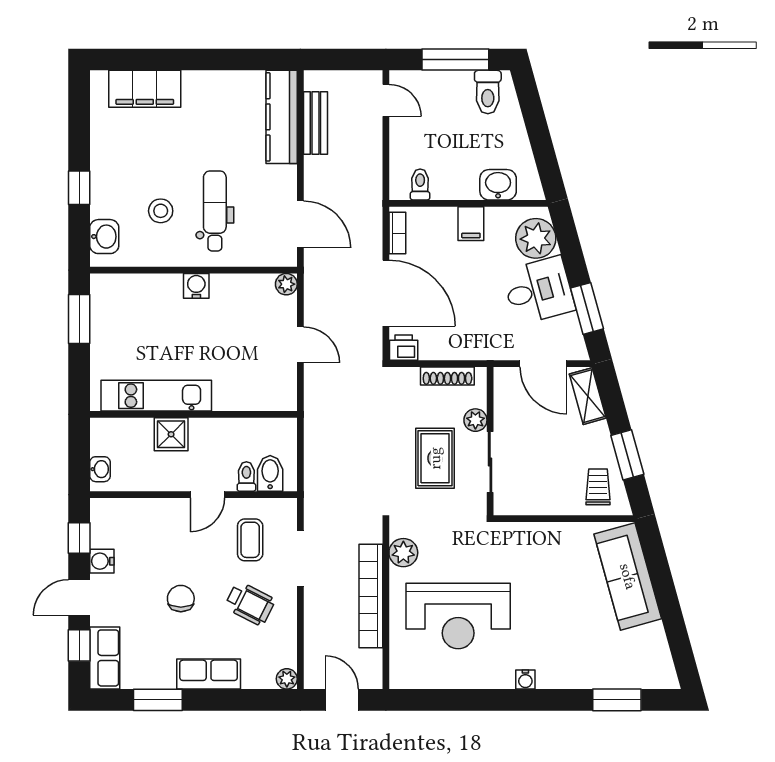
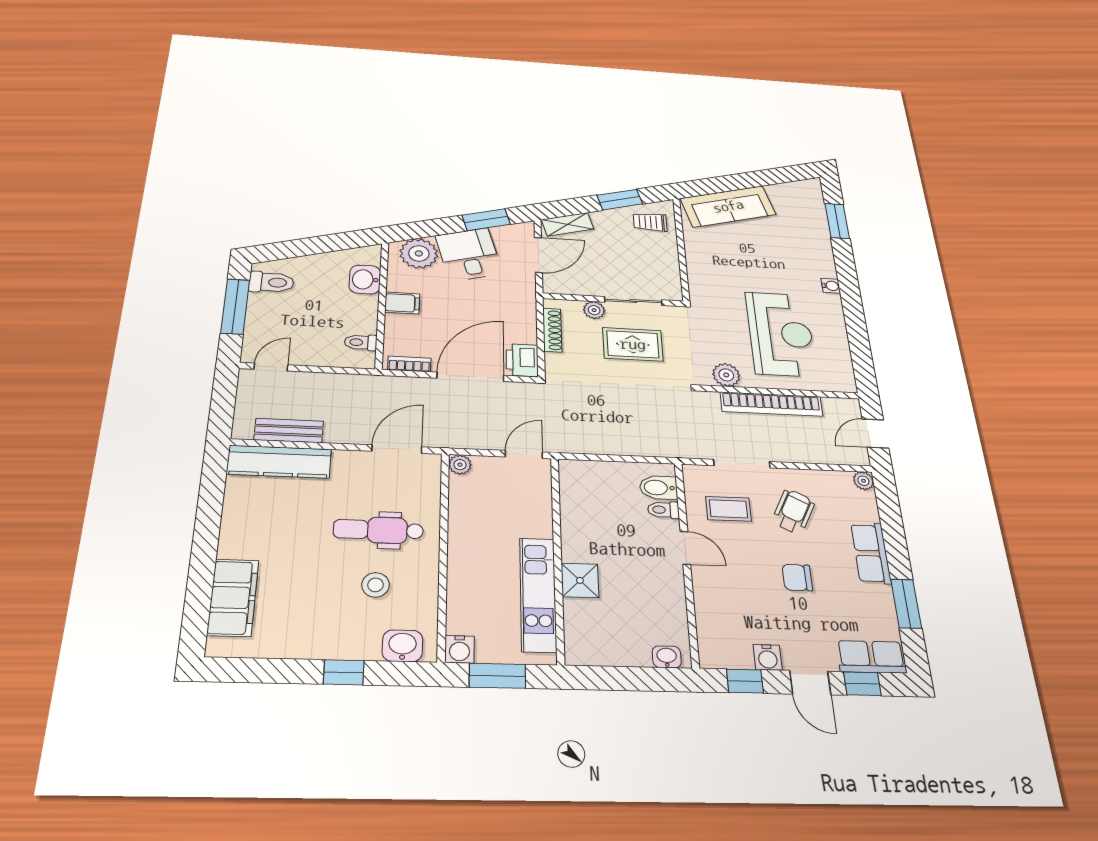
water cooler: (196, 286) -> (459, 649), moved, turned -90
printer: (404, 348) -> (522, 360), width x1.36, depth x1.24
kitchen unit: (156, 396) -> (538, 594), moved
wall: (193, 414) -> (558, 557), moved
shower: (171, 434) -> (580, 580), moved

